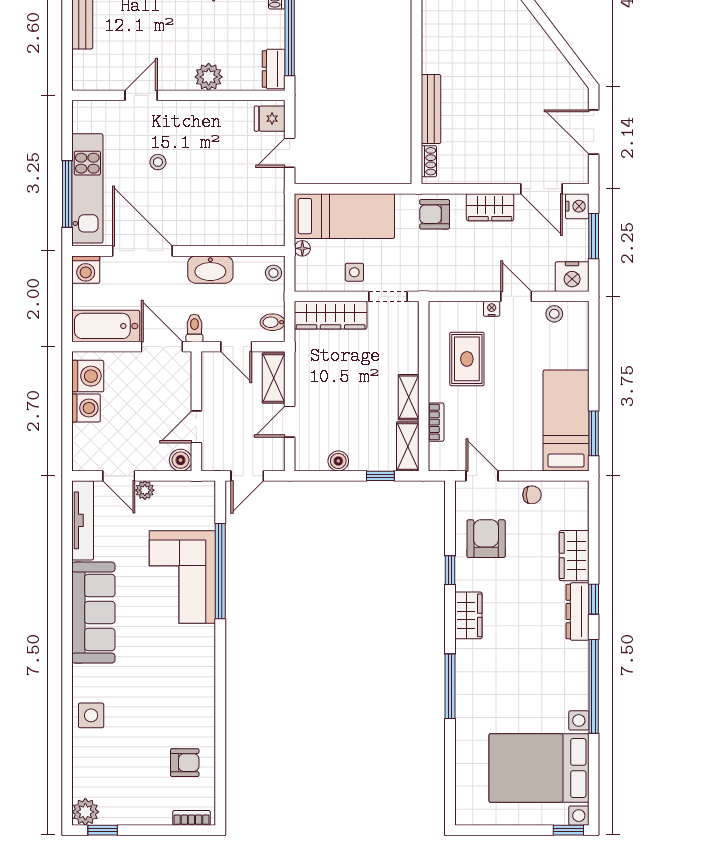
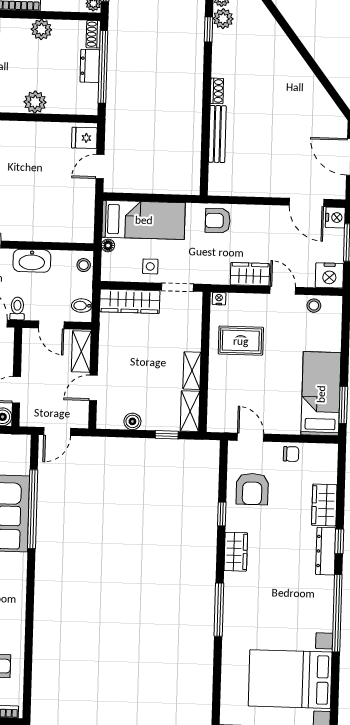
dresser: (274, 69) -> (90, 66), moved
shoe rack: (429, 161) -> (217, 91), moved
wardrobe: (490, 207) -> (250, 274), moved, turned 180
nightstand: (492, 309) -> (219, 299), moved
rug: (467, 359) -> (241, 341), turned 90
bookcase: (436, 422) -> (214, 392), removed
armchair: (486, 539) -> (252, 489), turned 180

